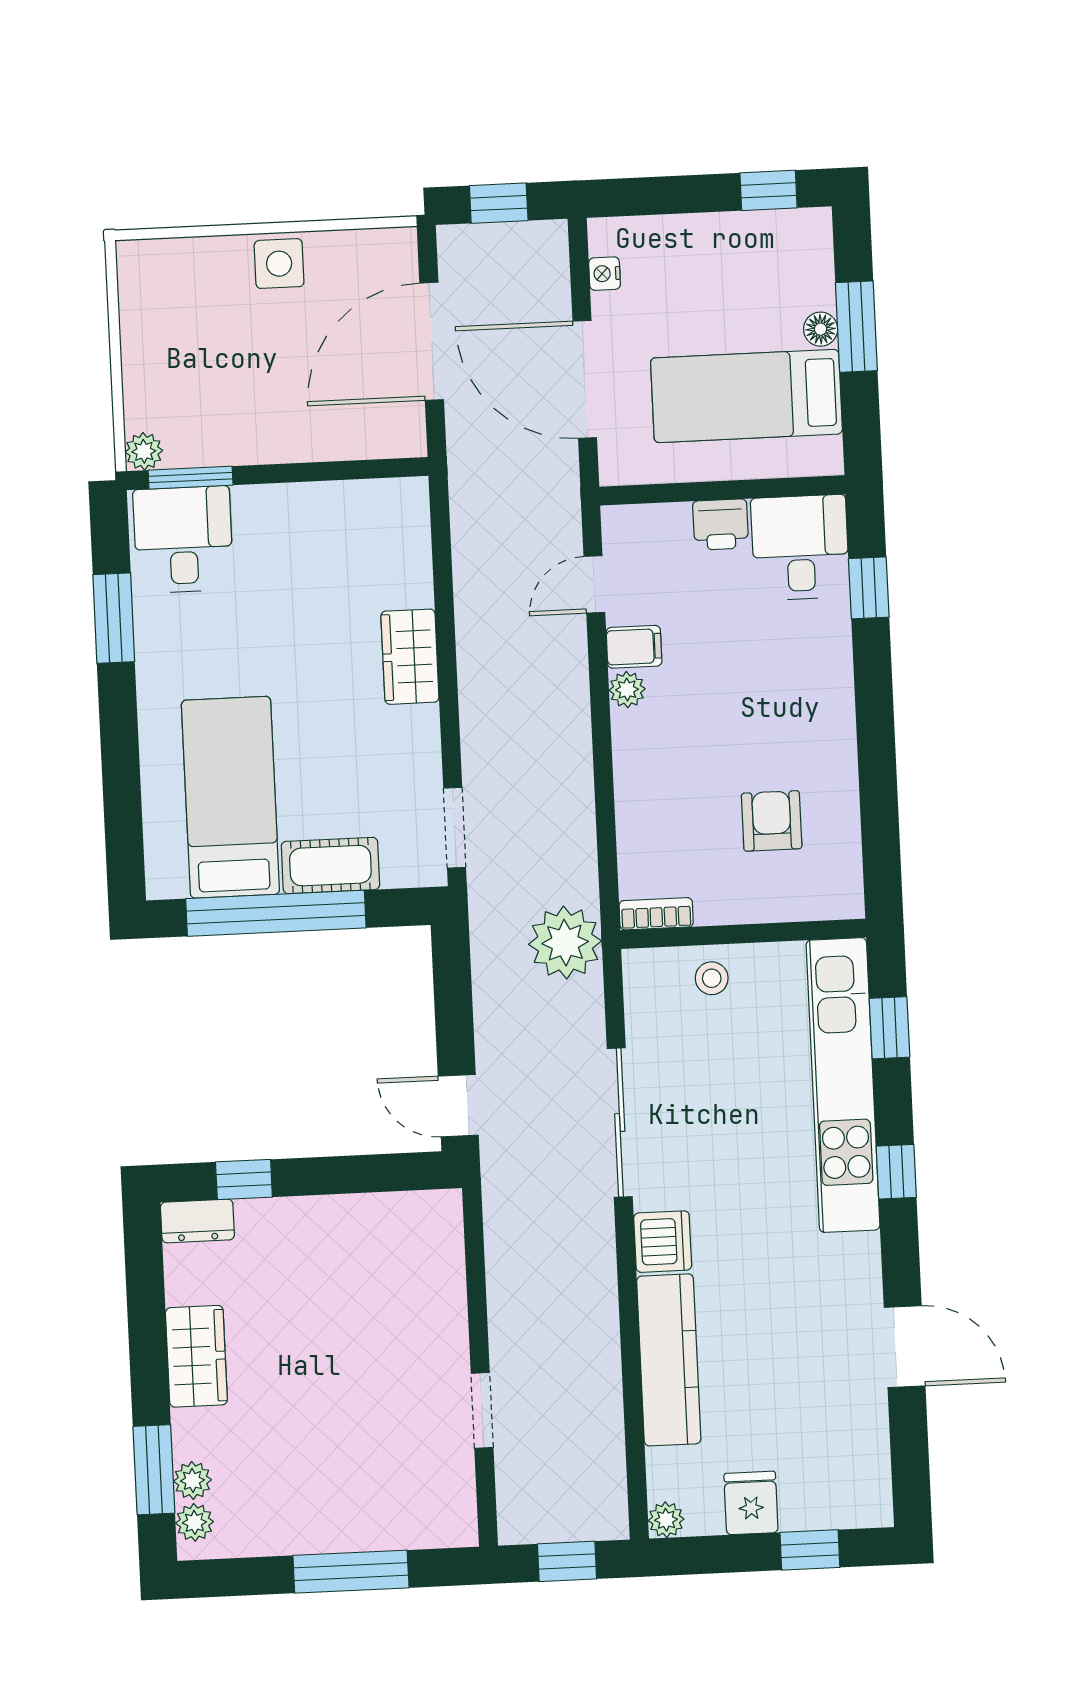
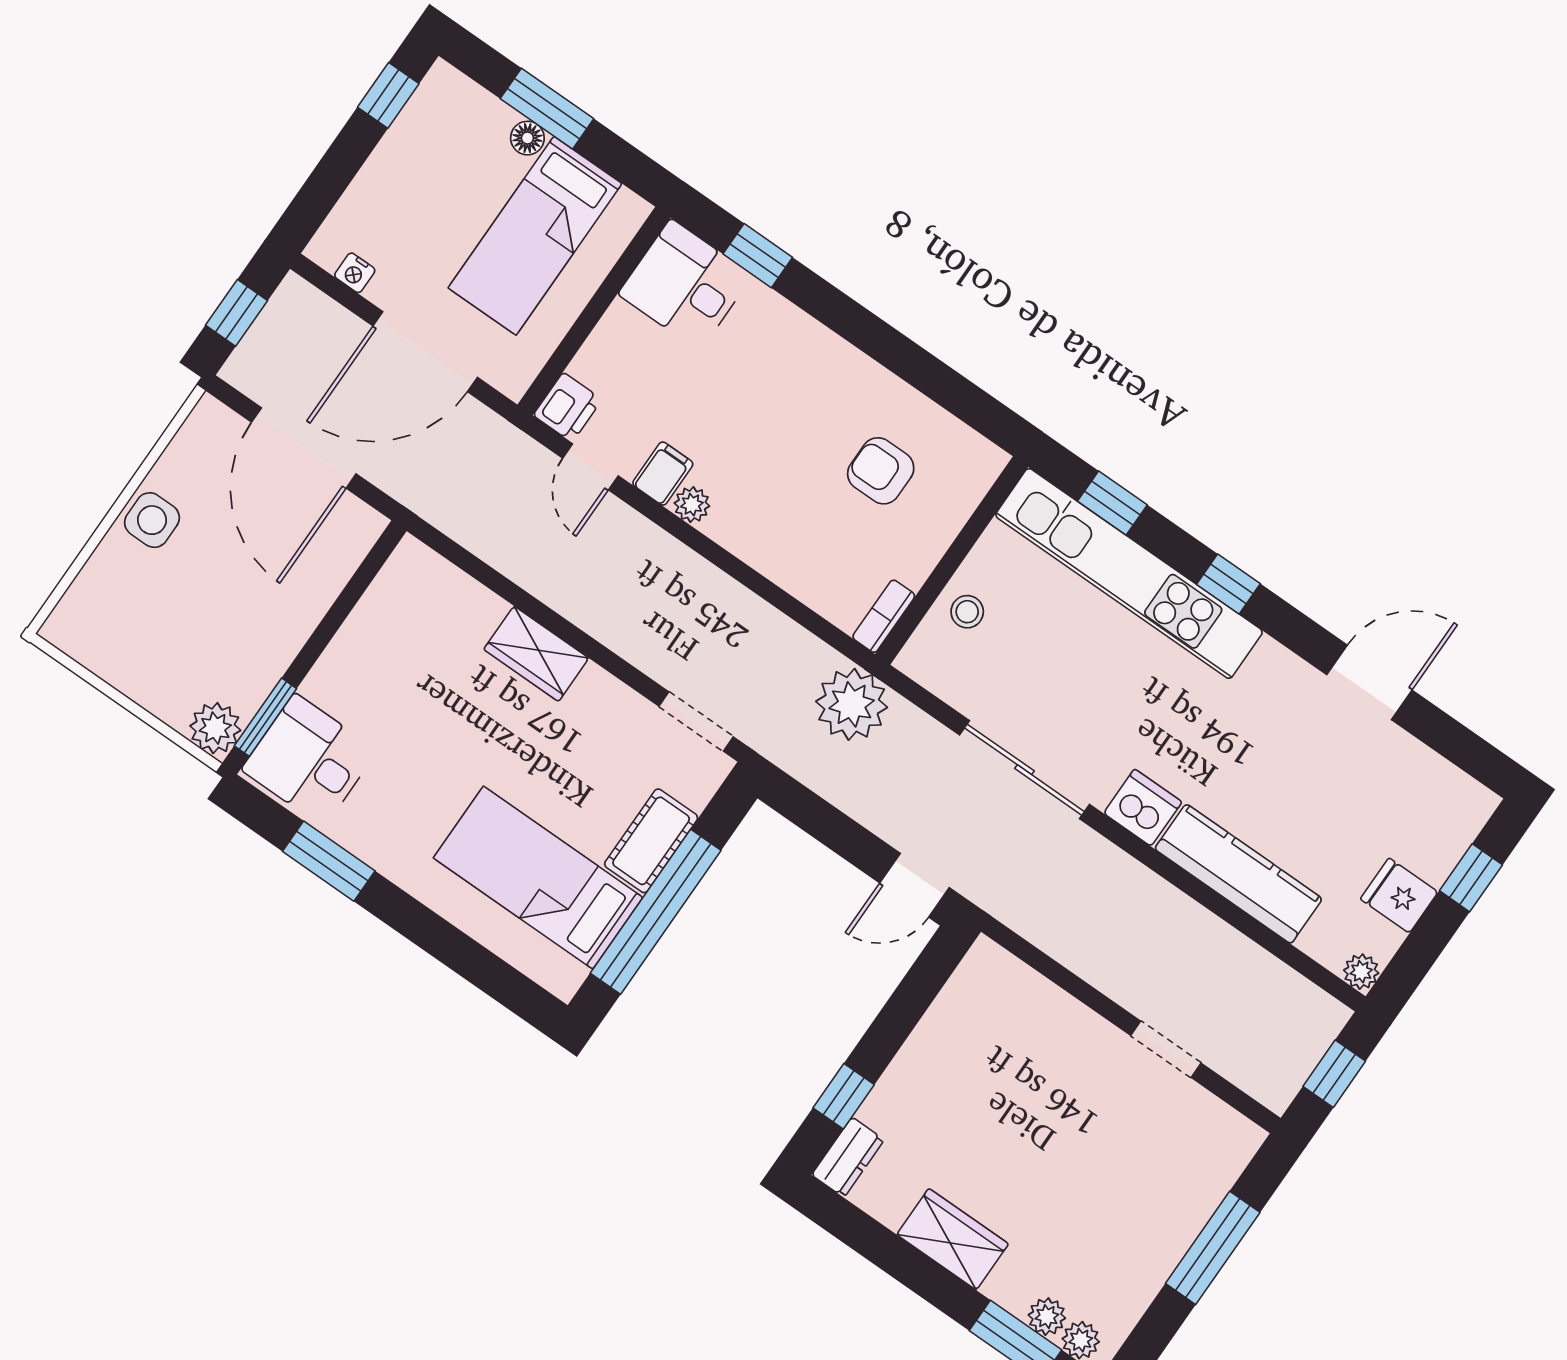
plant: (144, 451) -> (215, 728), width x1.38, depth x1.38
printer: (721, 525) -> (568, 407), moved

